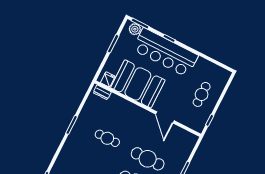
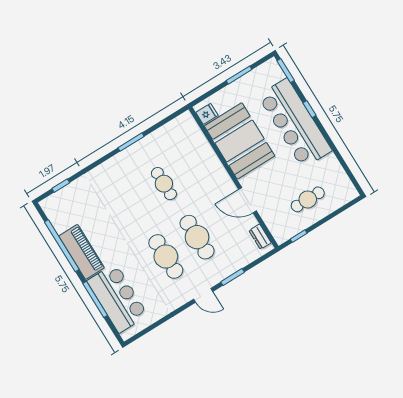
plant: (135, 29) -> (275, 74), removed
dresser: (102, 92) -> (260, 237), moved
door: (165, 117) -> (248, 200), hinge flipped

